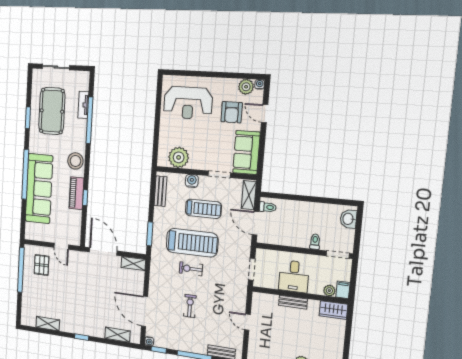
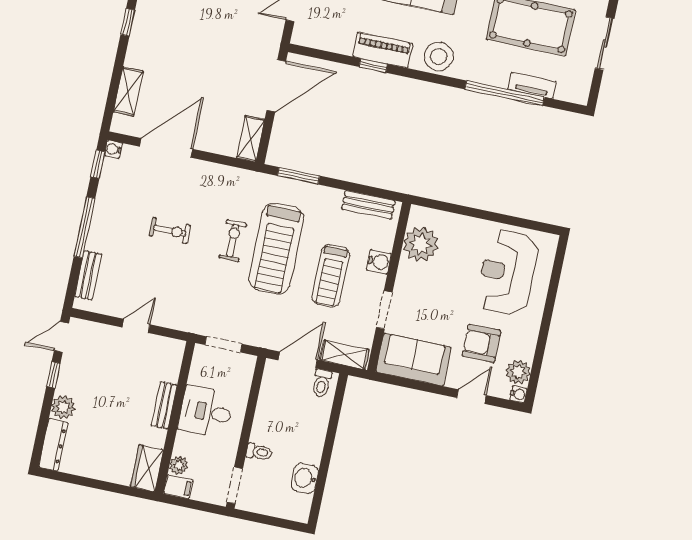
washbasin: (348, 219) -> (305, 478), moved, turned -90

